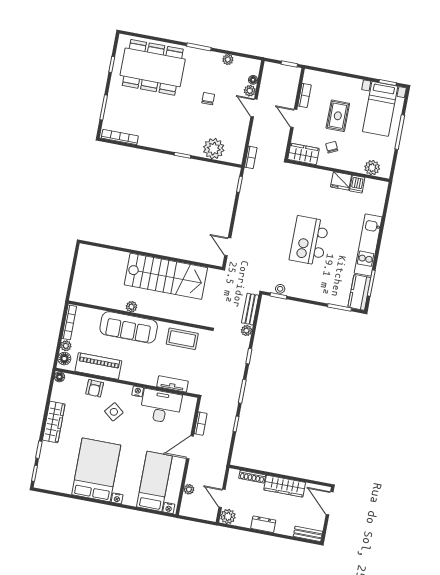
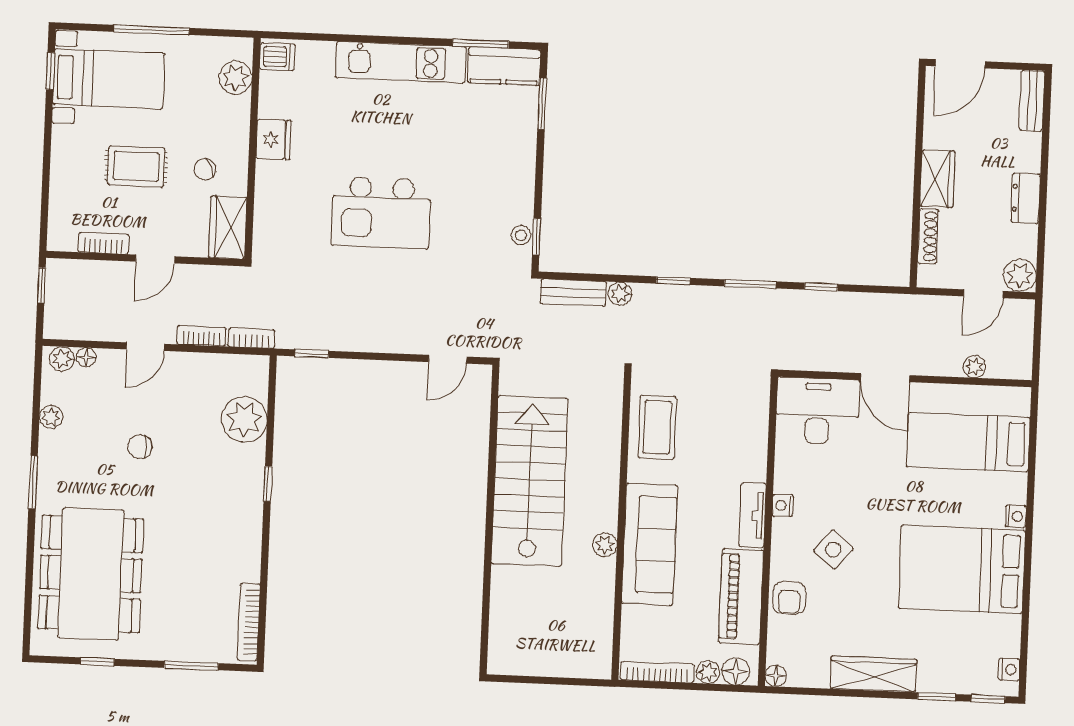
plant: (250, 91) -> (62, 359), moved
dishwasher: (357, 184) -> (277, 57), moved
kitchen island: (309, 241) -> (381, 213), moved
tv unit: (173, 384) -> (753, 515), moved
armchair: (95, 388) -> (789, 598), turned 88
desk: (161, 406) -> (818, 411), moved, turned 90
bookcase: (201, 424) -> (202, 336), moved
wardrobe: (285, 486) -> (937, 179), width x0.67
nightstand: (169, 508) -> (1009, 669), moved

